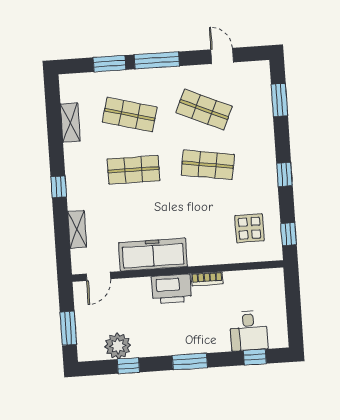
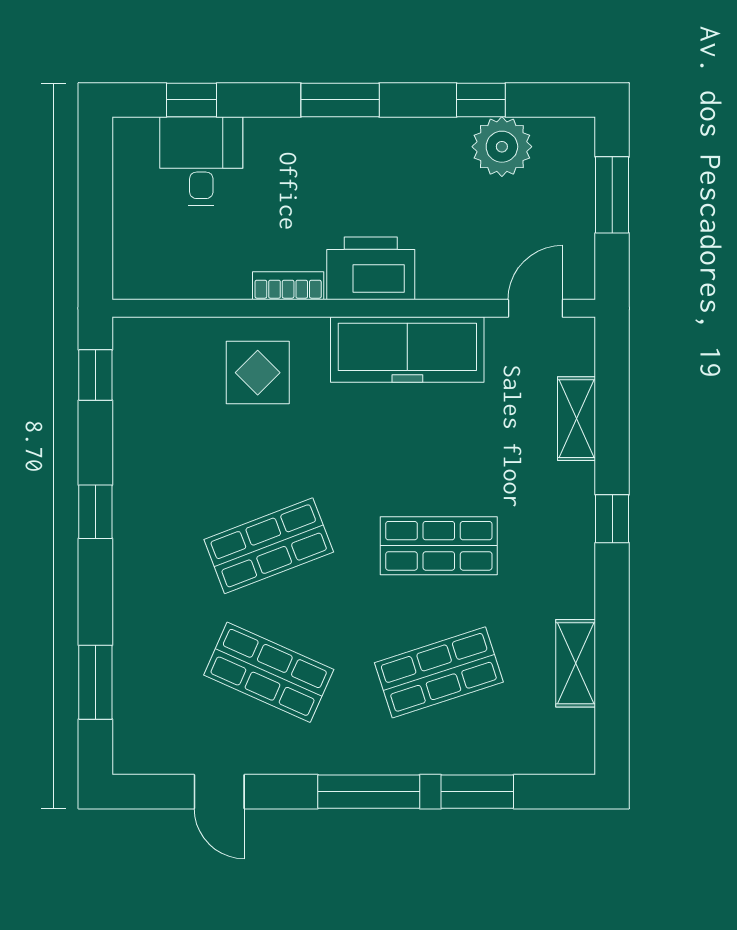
shop shelf: (130, 115) -> (439, 672), turned -33
shop shelf: (208, 165) -> (269, 546), turned -30
display table: (249, 228) -> (258, 373), moved

